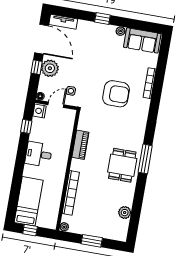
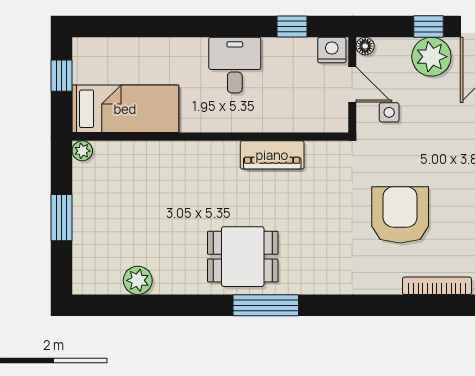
armchair: (116, 94) -> (400, 215), turned 180
bookcase: (71, 193) -> (161, 152), removed
bed: (29, 201) -> (125, 109), moved

